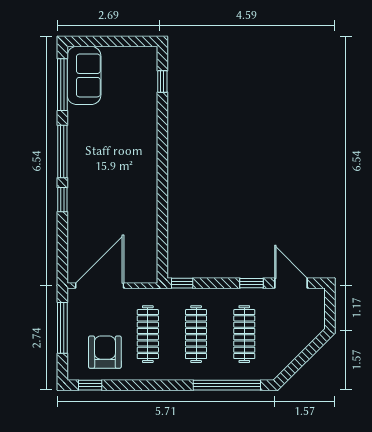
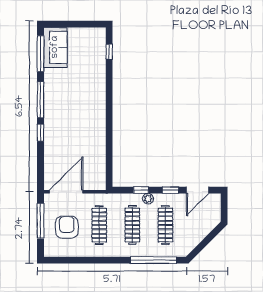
window: (182, 283) -> (141, 190), moved
door: (291, 283) -> (198, 190), swing flipped
plant: (219, 296) -> (148, 199), added
armchair: (105, 352) -> (67, 227), moved
window: (90, 385) -> (60, 260), removed

